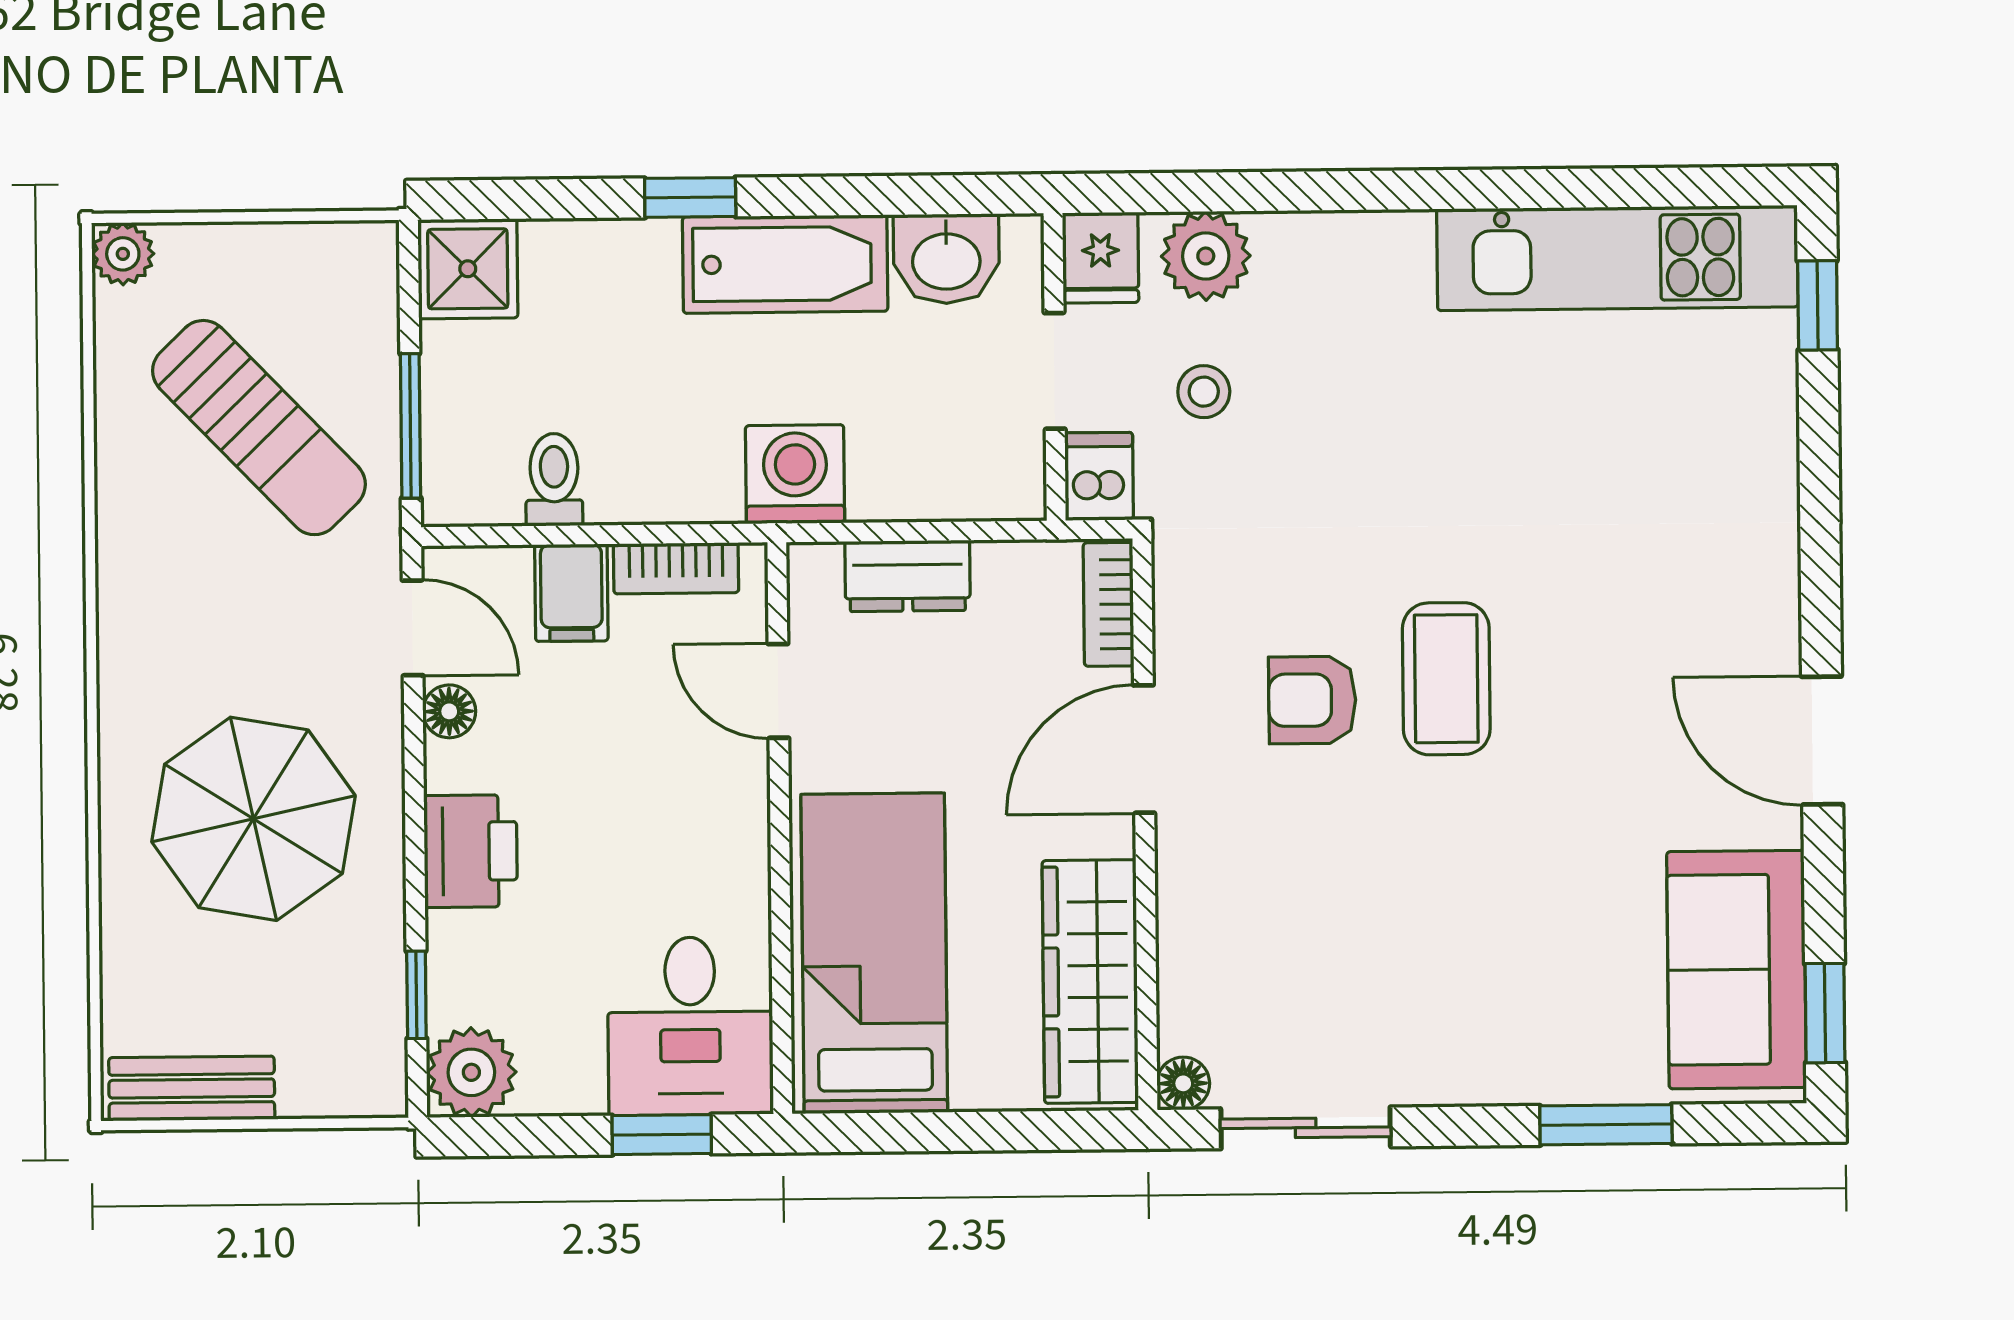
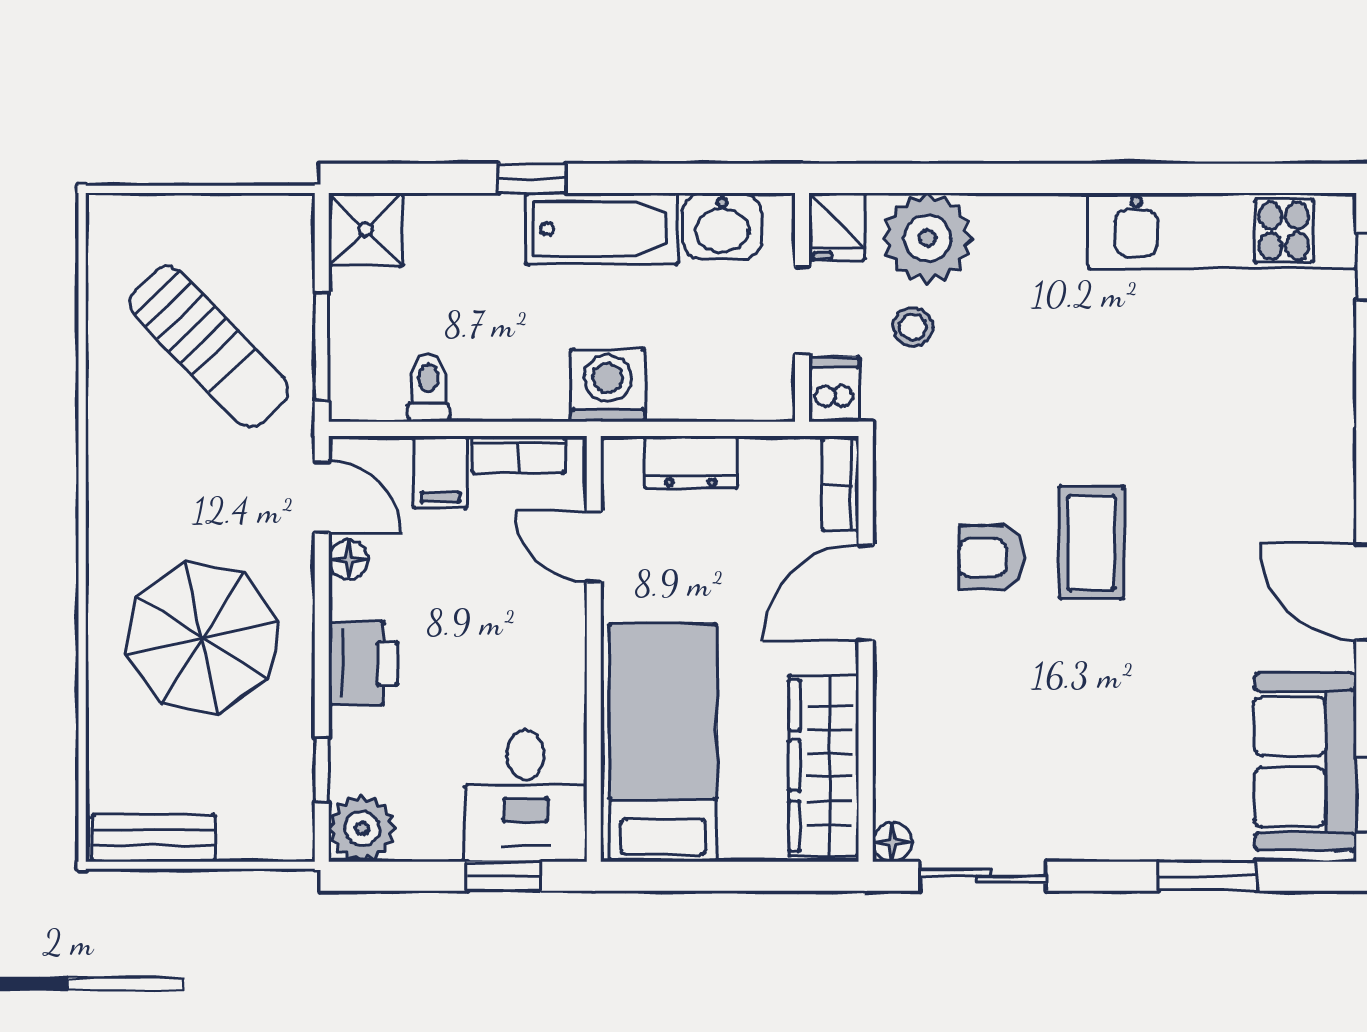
plant: (123, 254) -> (109, 216), removed
plant: (1206, 256) -> (928, 238), width x1.36, depth x1.36

